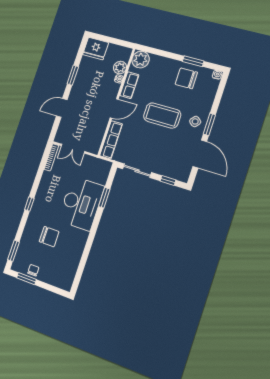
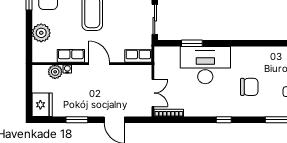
plant: (141, 60) -> (41, 33), moved
row of seats: (111, 140) -> (138, 56), width x0.68
chair: (49, 237) -> (249, 87), turned 90

